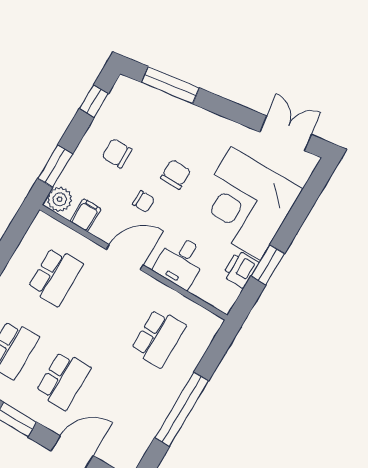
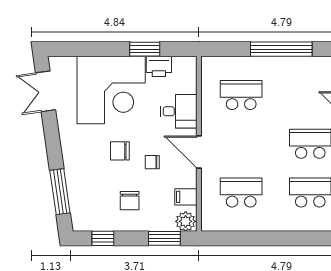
chair: (143, 201) -> (152, 162), turned -90

